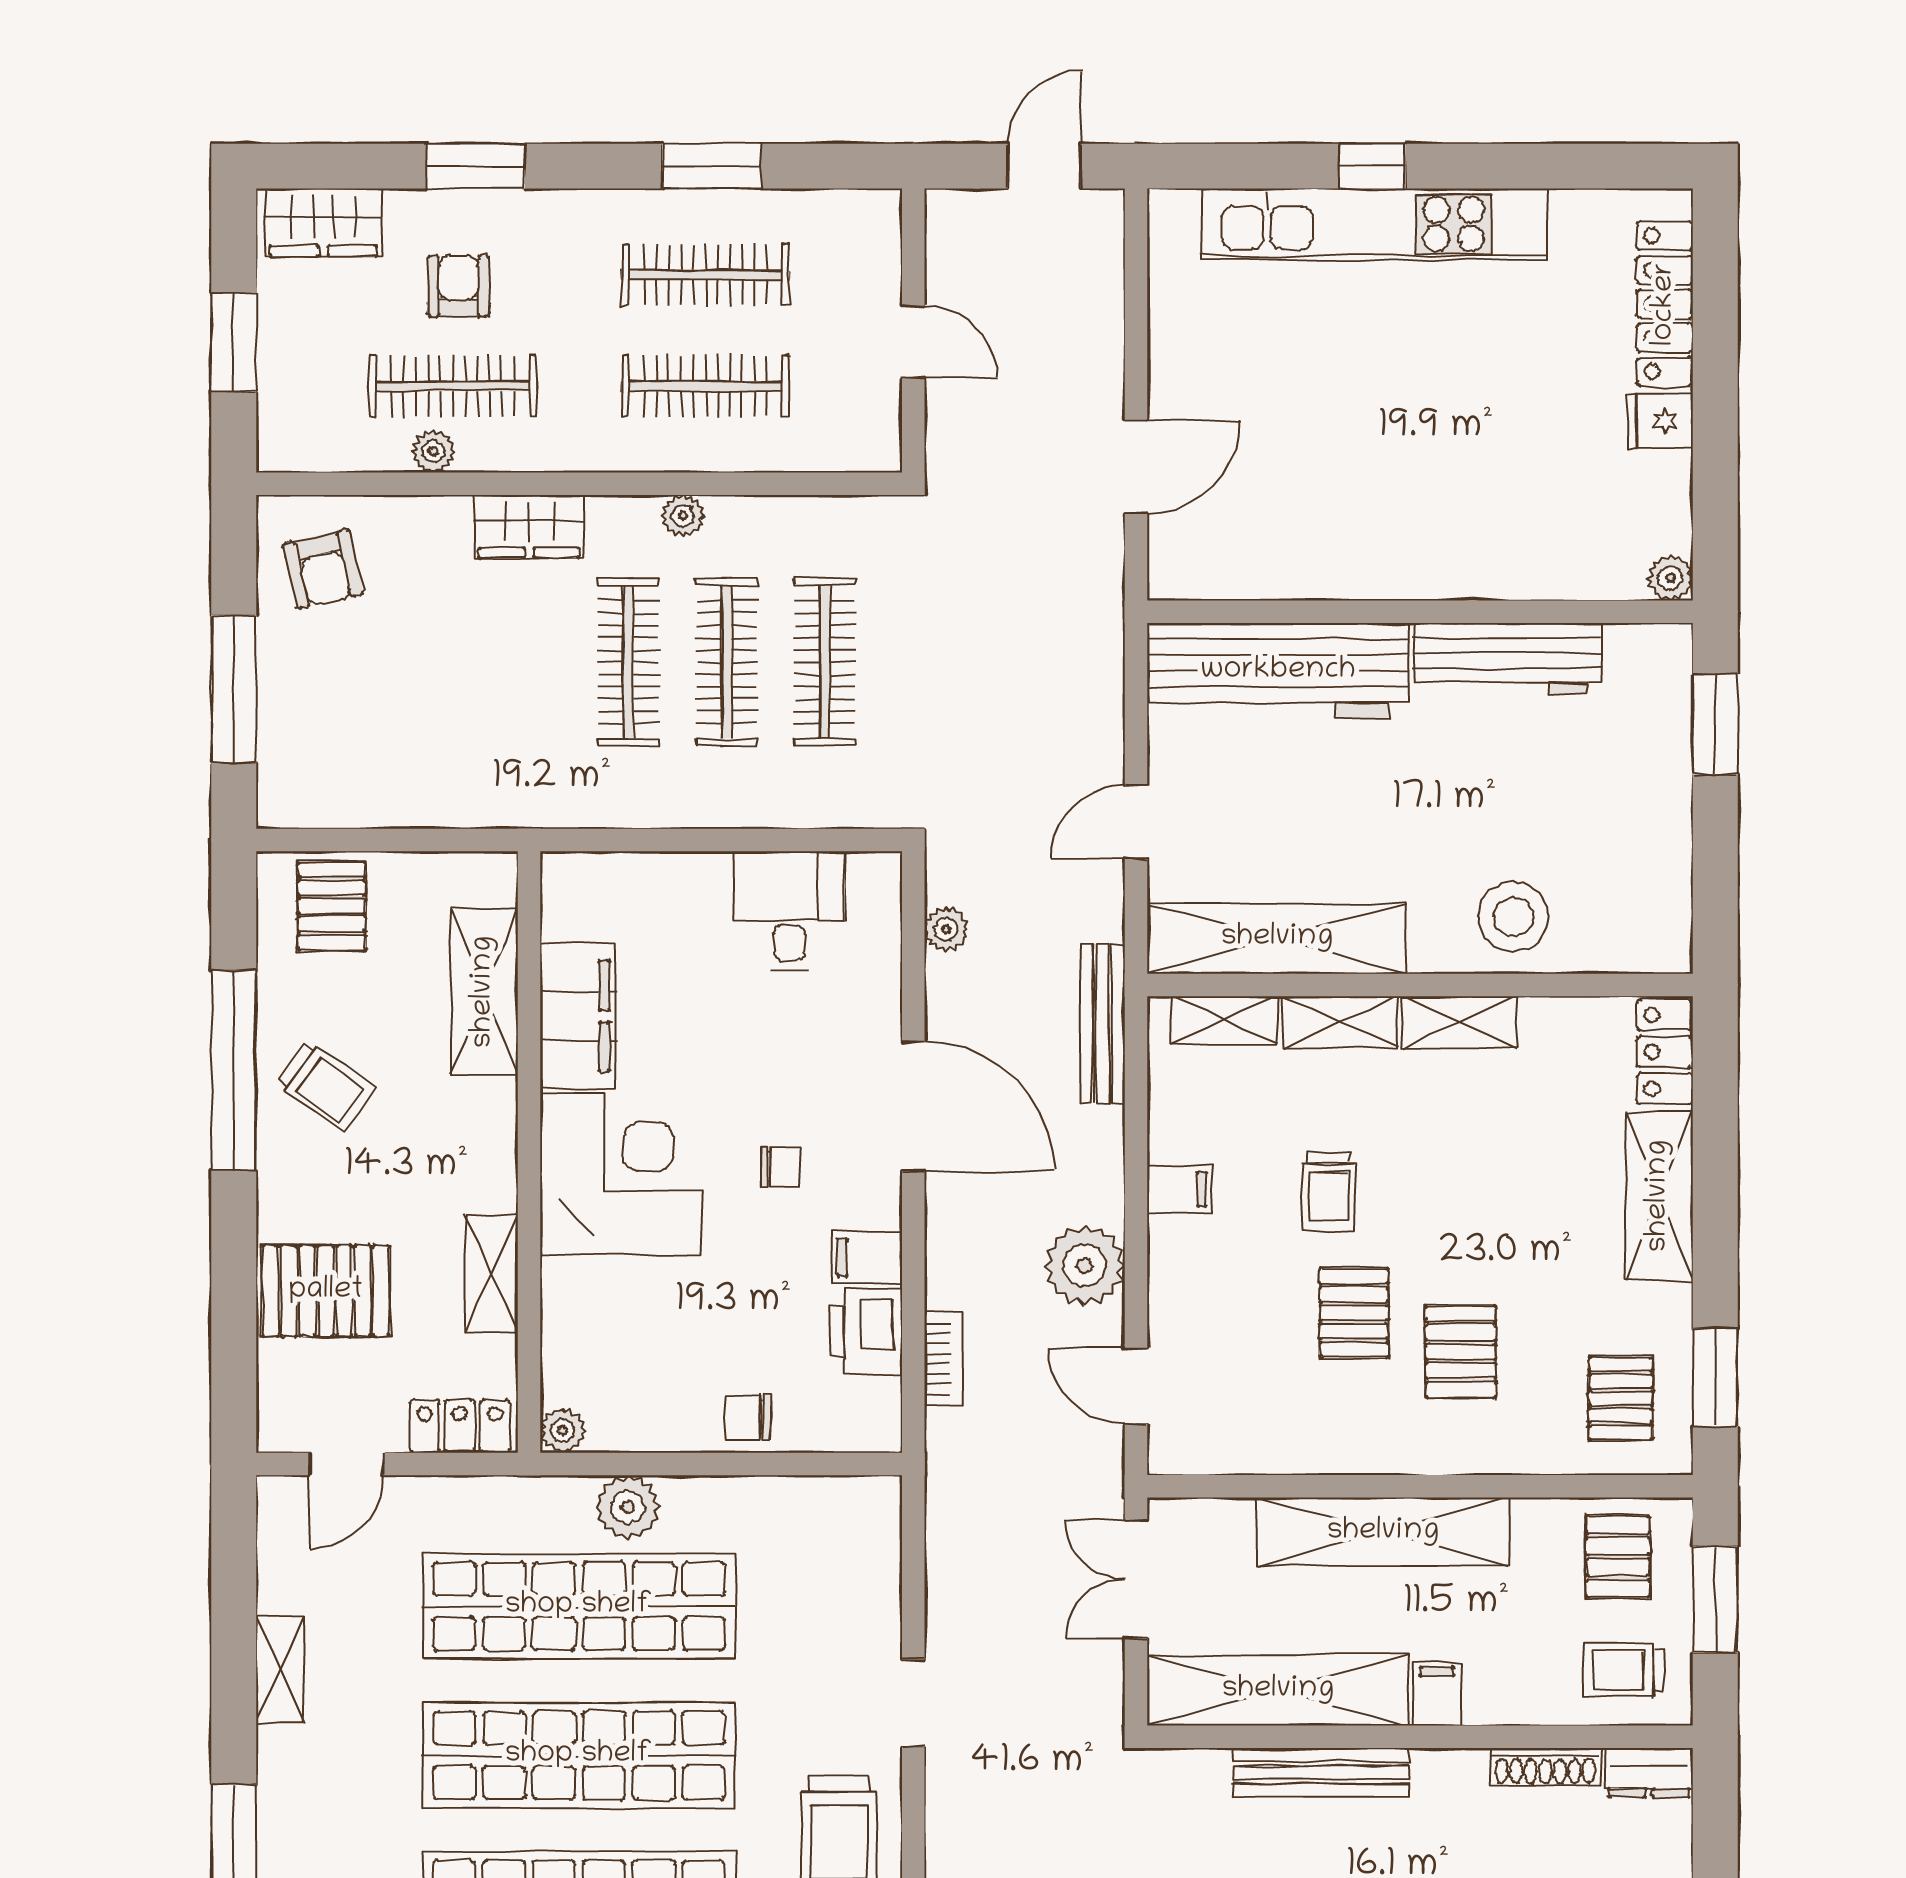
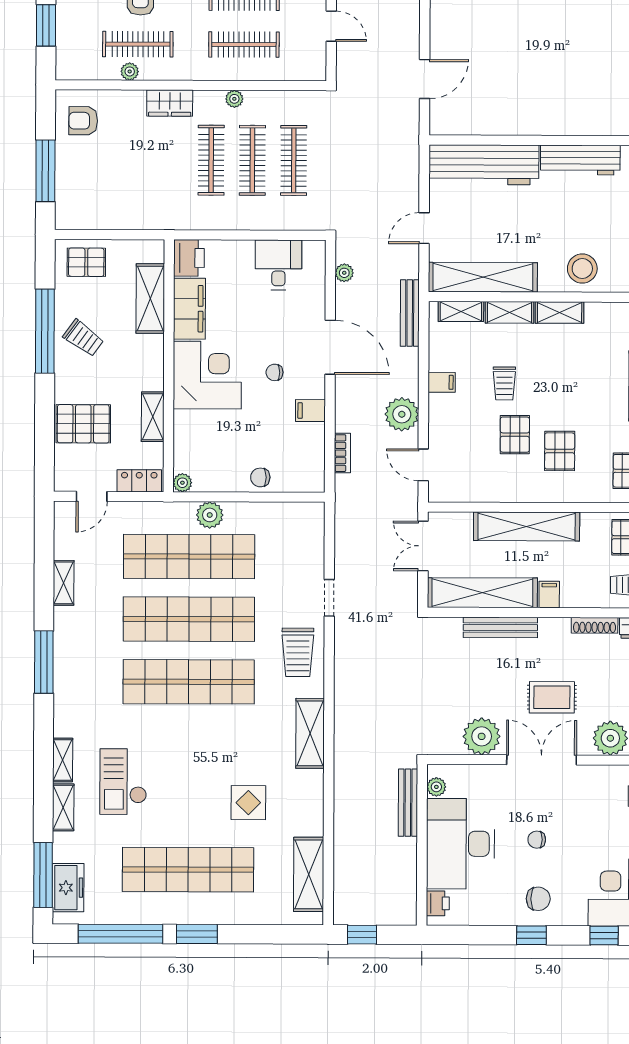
armchair: (323, 569) -> (83, 121), turned 103
pallet: (332, 906) -> (86, 262), turned 90
chair: (781, 1167) -> (274, 372), turned 180
printer: (866, 1332) -> (189, 258), moved, turned 180

